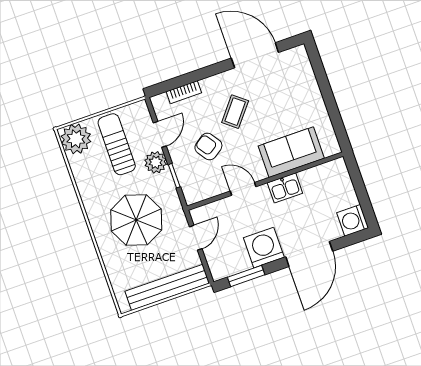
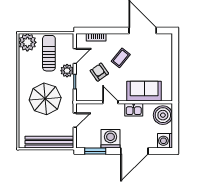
boiler: (335, 180) -> (163, 115), added

